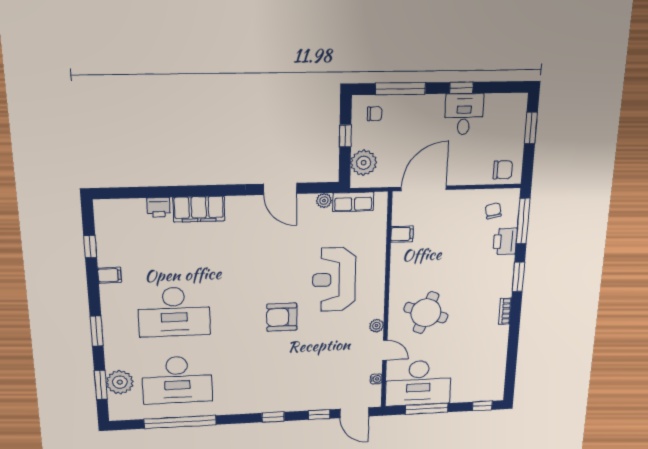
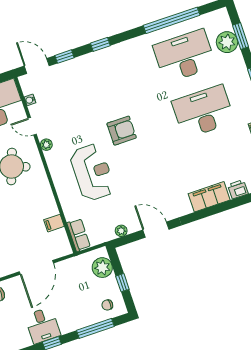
door: (424, 188) -> (36, 267), moved
row of seats: (353, 202) -> (79, 235), moved, turned 90

